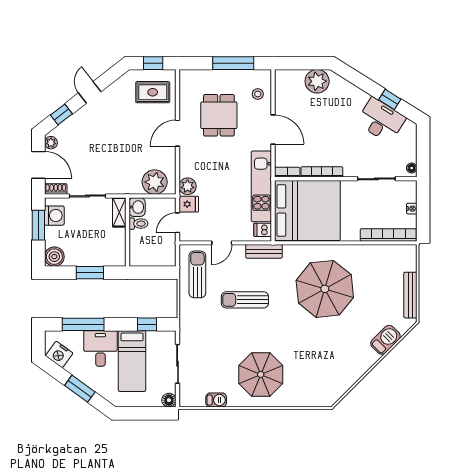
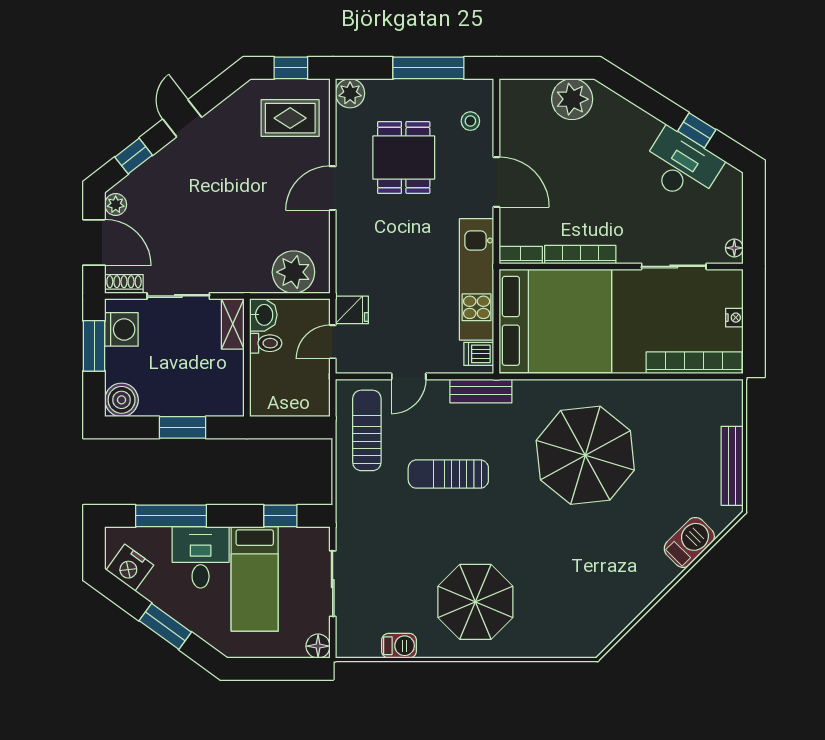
plant: (188, 186) -> (350, 93), moved

